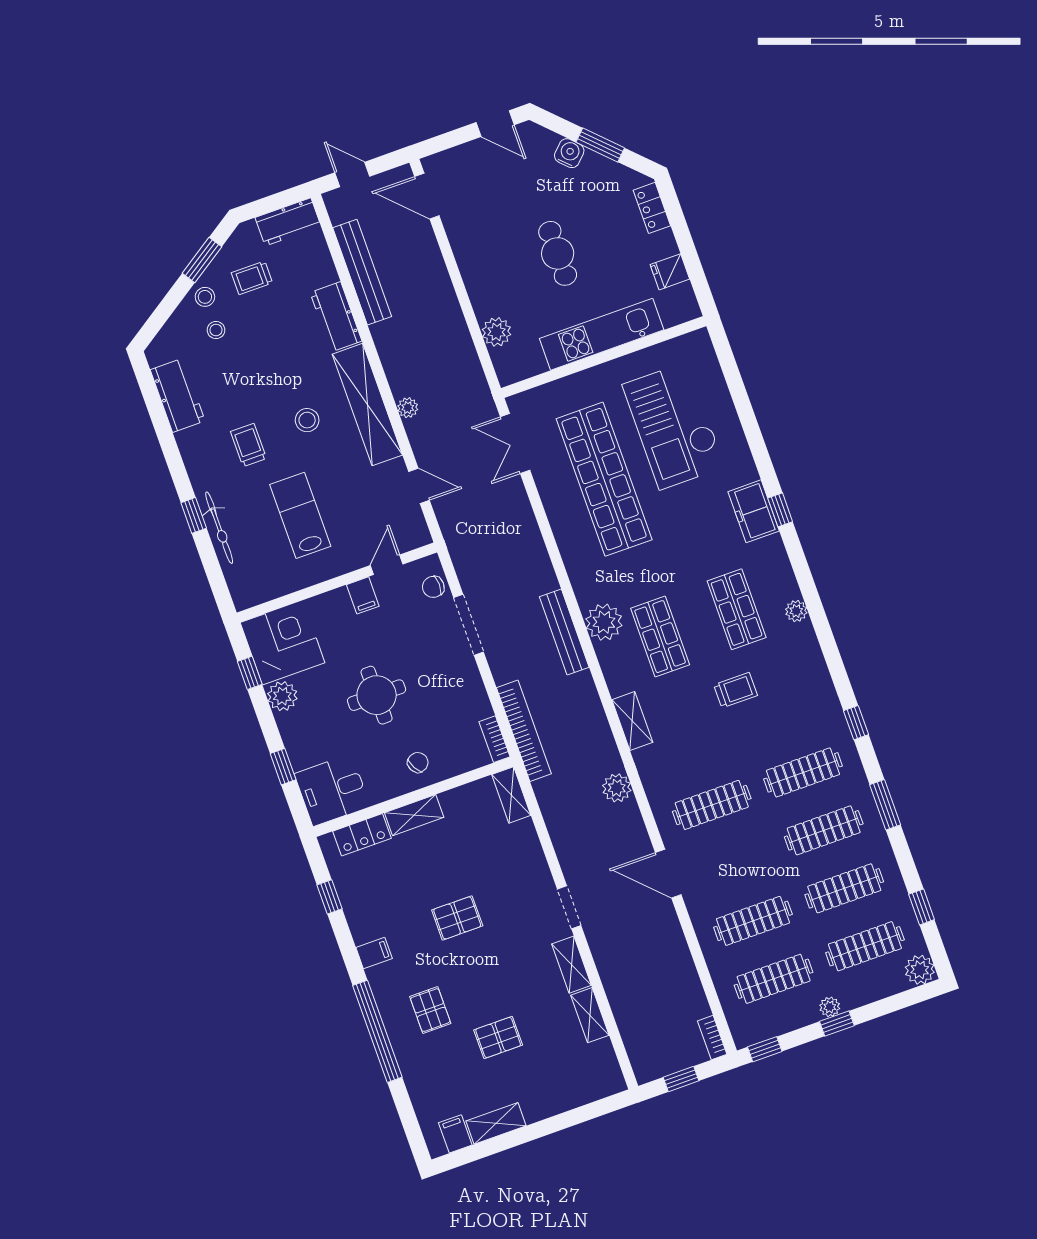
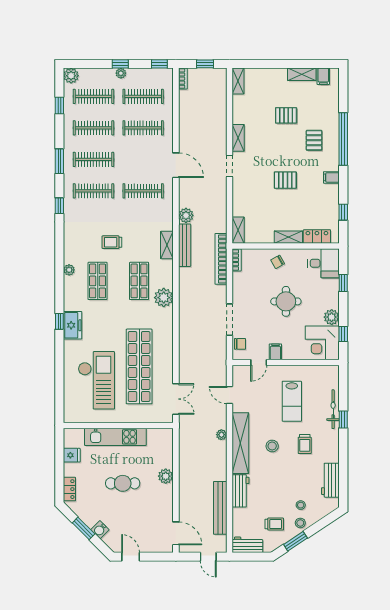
cafe table: (558, 253) -> (123, 483), turned 90
plant: (497, 332) -> (166, 476), moved
bench: (564, 632) -> (185, 245), moved
shelving: (590, 1015) -> (238, 81), moved

